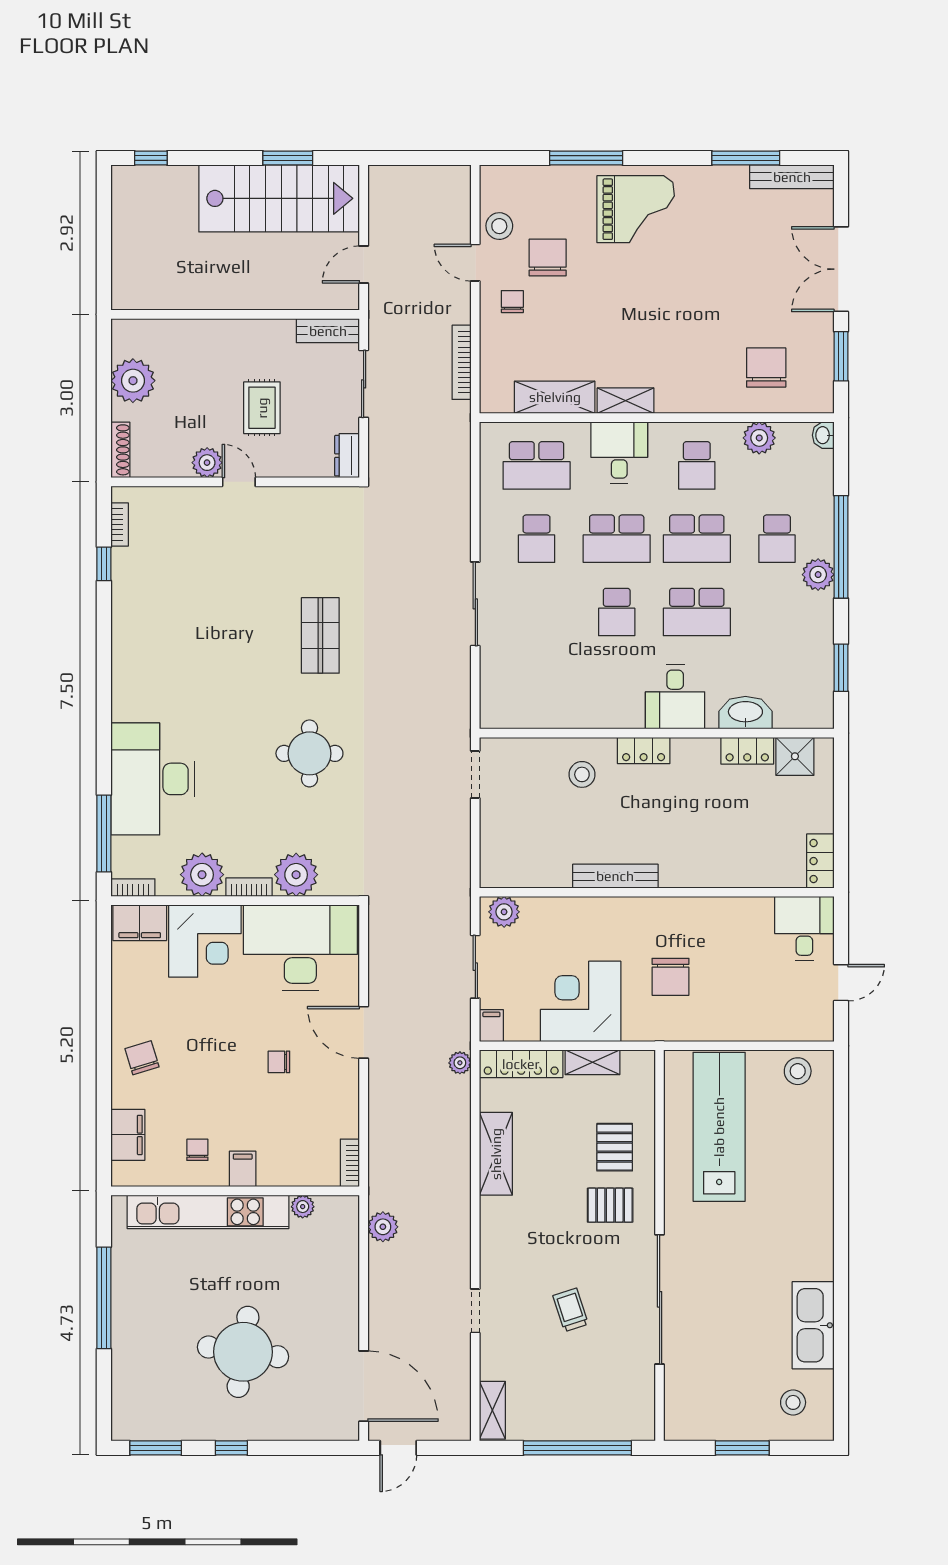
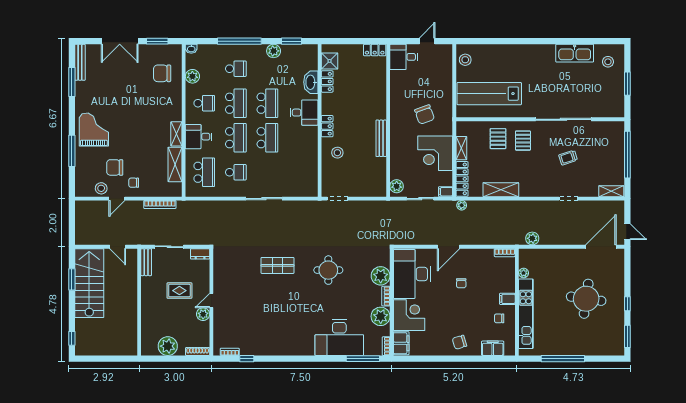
plant: (818, 575) -> (274, 51), moved
school desk: (617, 612) -> (267, 138), width x1.85
chair: (671, 977) -> (425, 115), turned 70
door: (841, 983) -> (427, 41), hinge flipped
pallet: (615, 1147) -> (498, 139), turned 90

